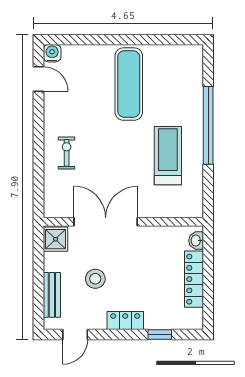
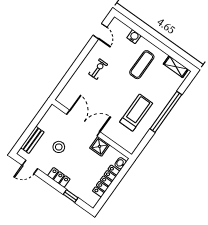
water cooler: (52, 53) -> (134, 37), moved
shelving: (178, 53) -> (176, 67), added
exercise mat: (129, 84) -> (142, 65), width x0.73, depth x0.69
exercise bike: (67, 153) -> (98, 69), moved
shower: (56, 239) -> (100, 146), moved

